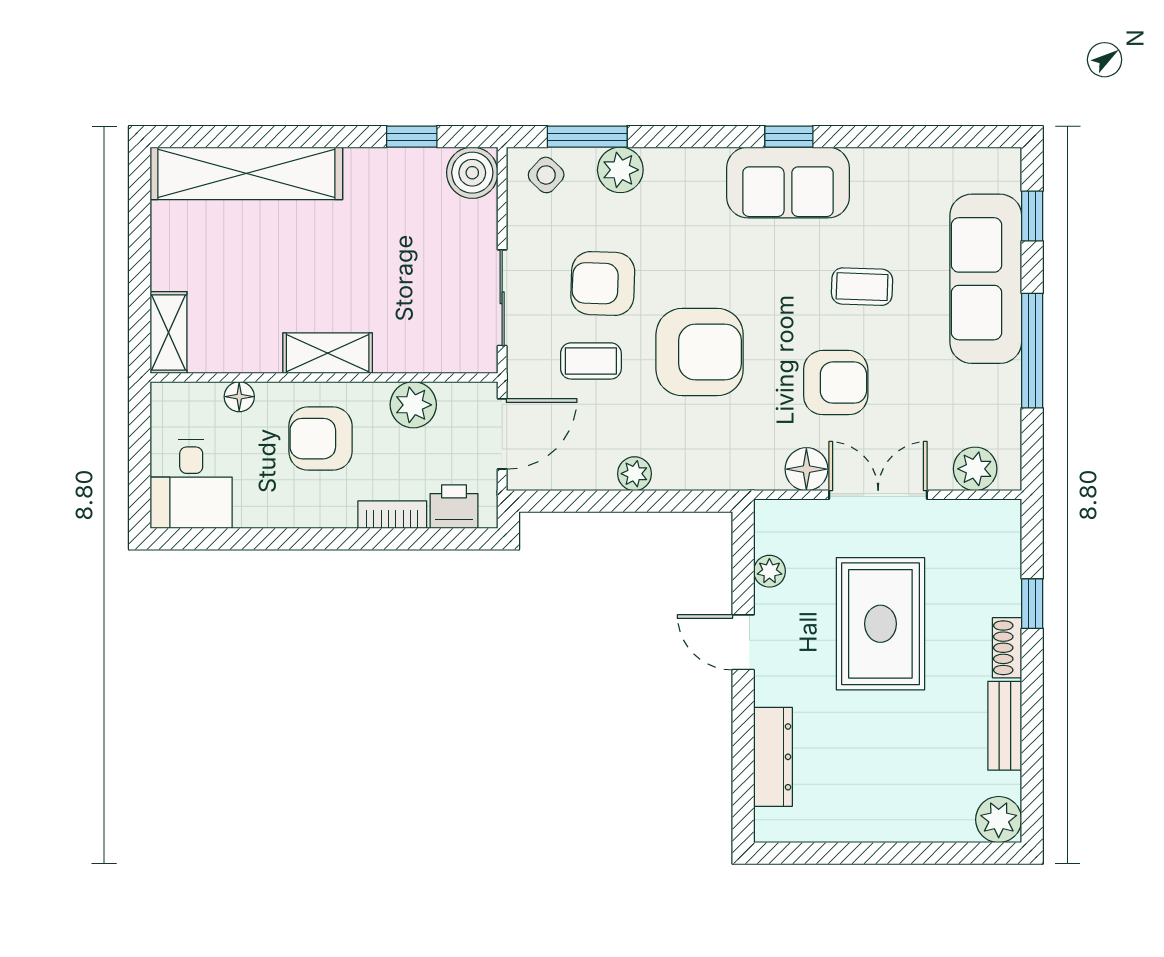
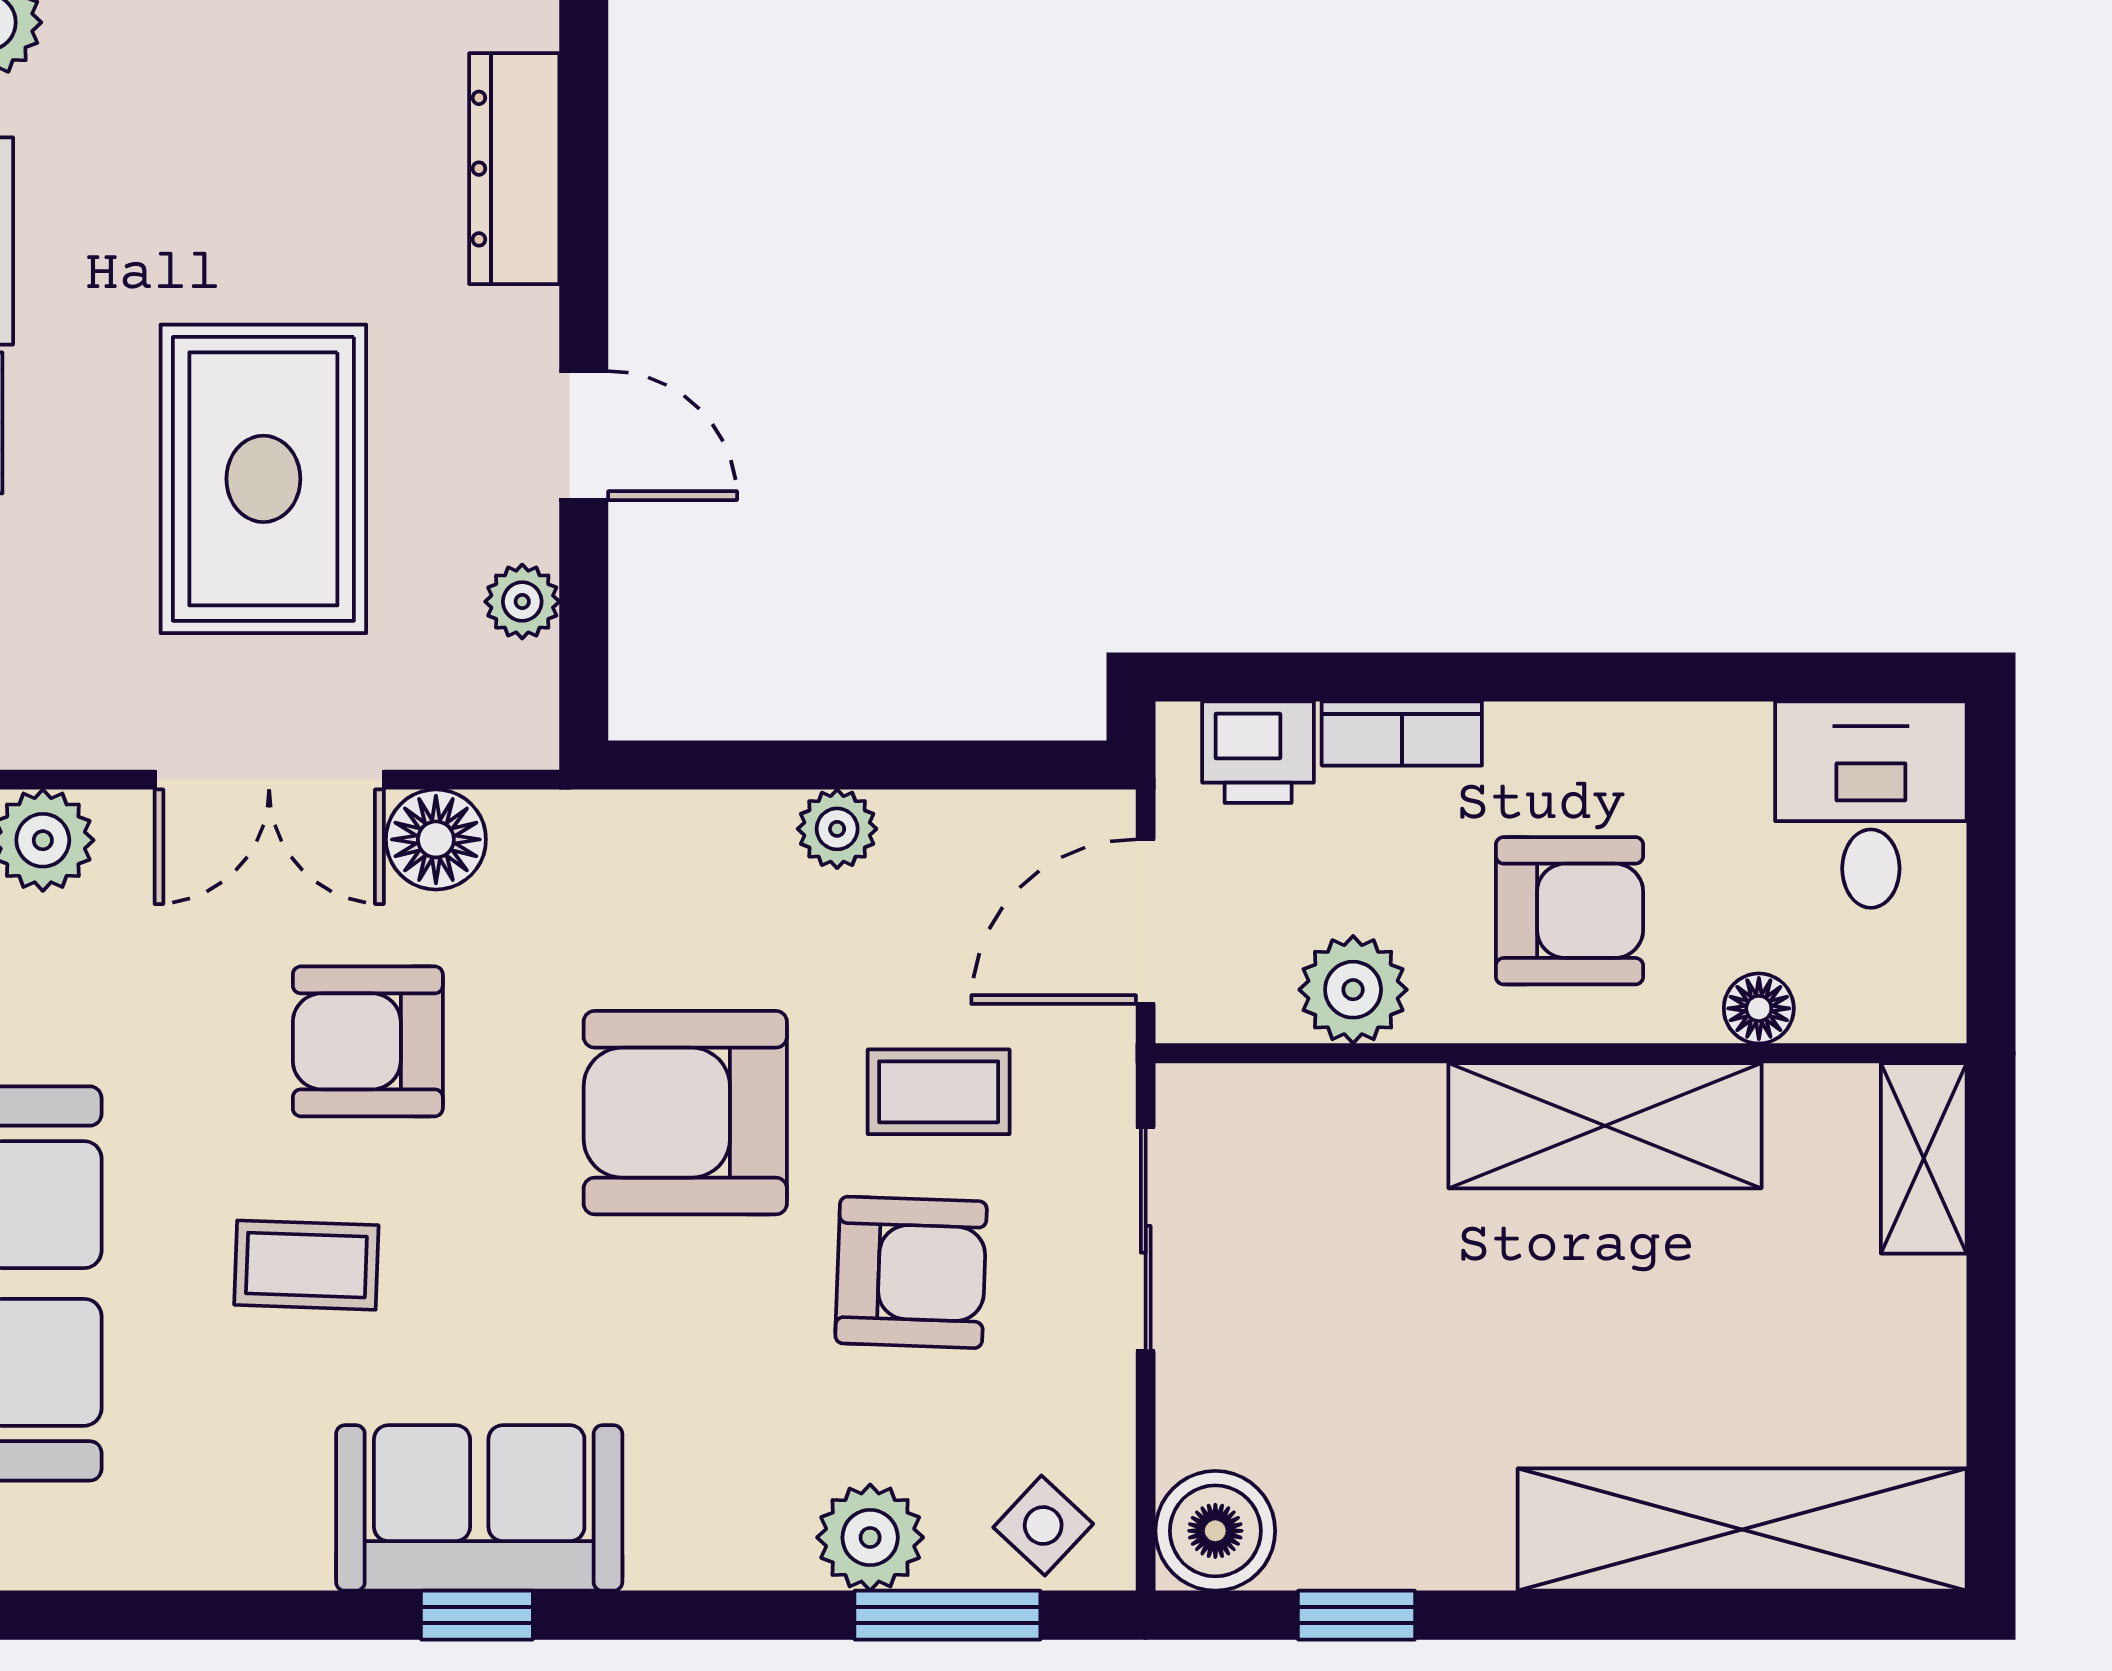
shelving: (328, 353) -> (1605, 1126), width x1.50, depth x1.33

